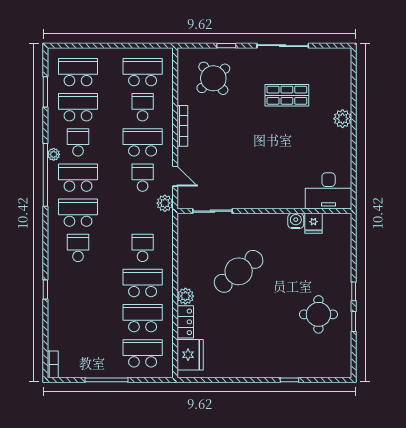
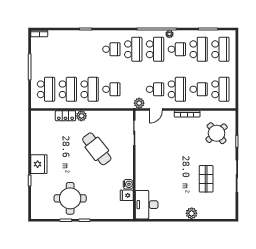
round table: (318, 314) -> (70, 198), width x1.36, depth x1.36
fridge: (190, 355) -> (39, 164), moved, turned -90

